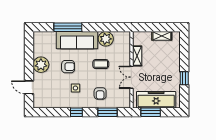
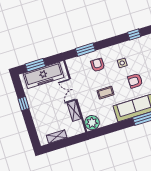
plant: (106, 39) -> (92, 123), moved
double door: (131, 77) -> (73, 89), swing flipped
window: (76, 112) -> (134, 35), moved
window: (151, 112) -> (35, 65), moved

